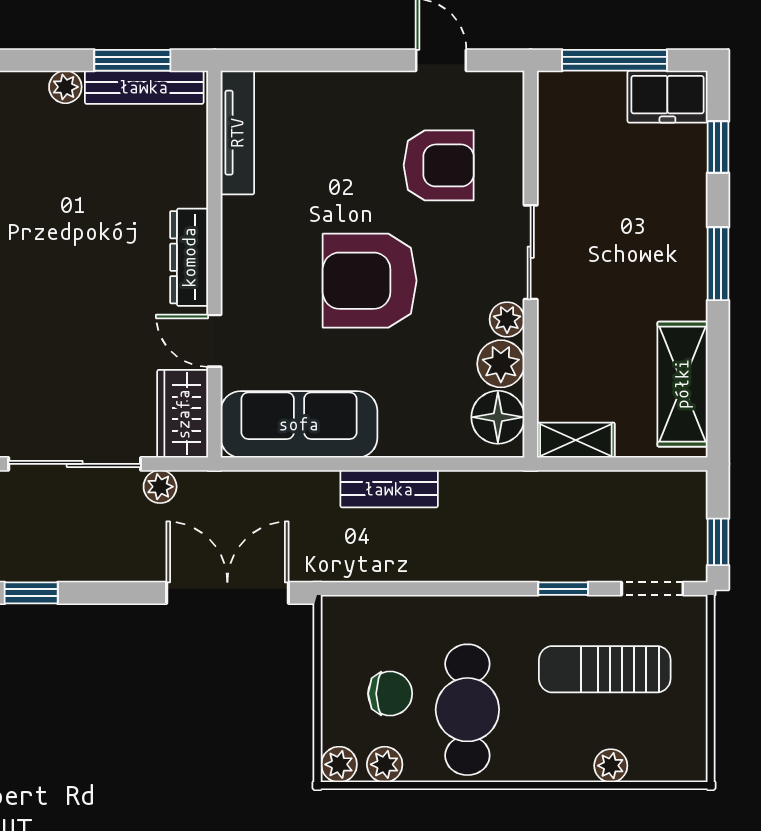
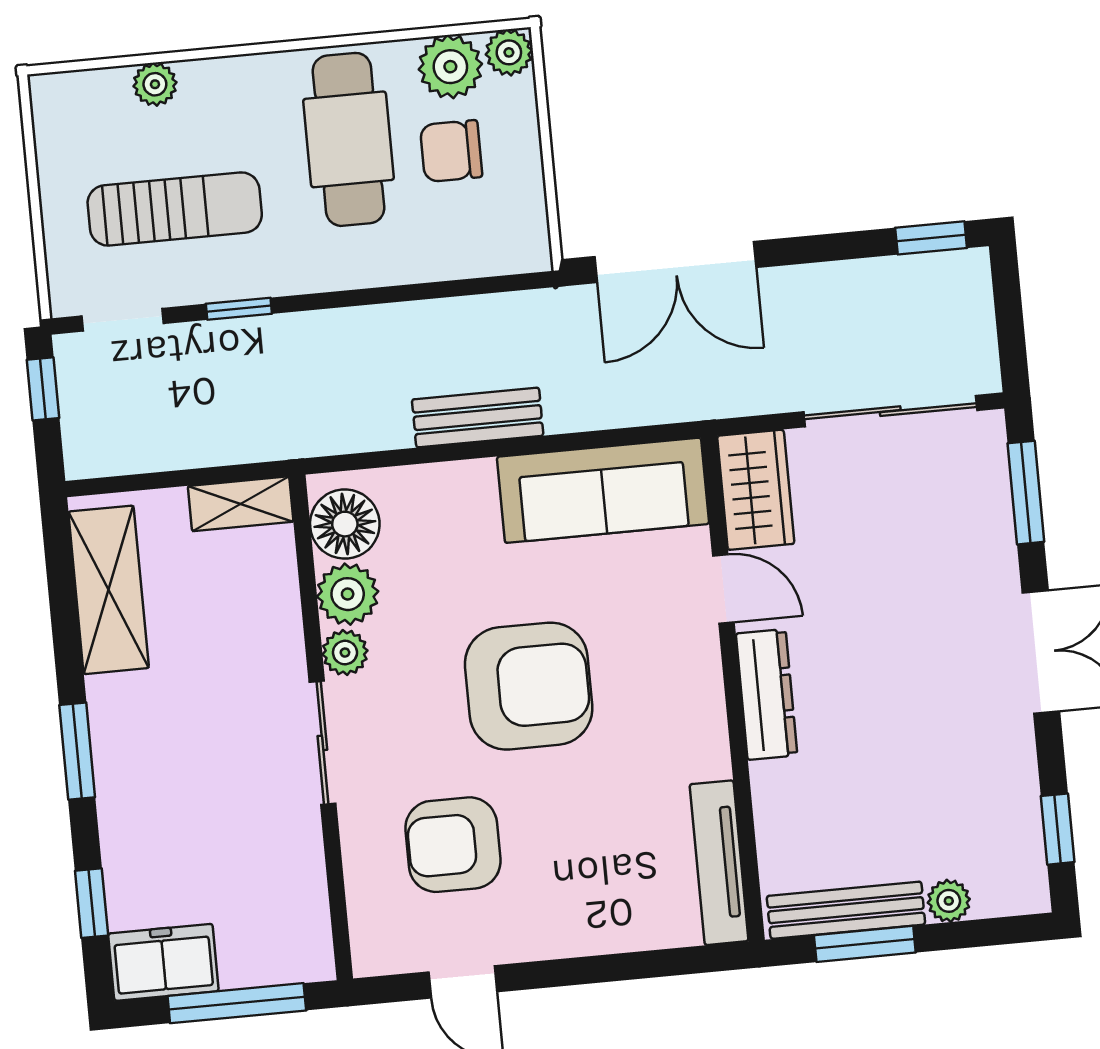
plant: (160, 487) -> (776, 392), removed
plant: (385, 764) -> (450, 67), width x1.38, depth x1.38

